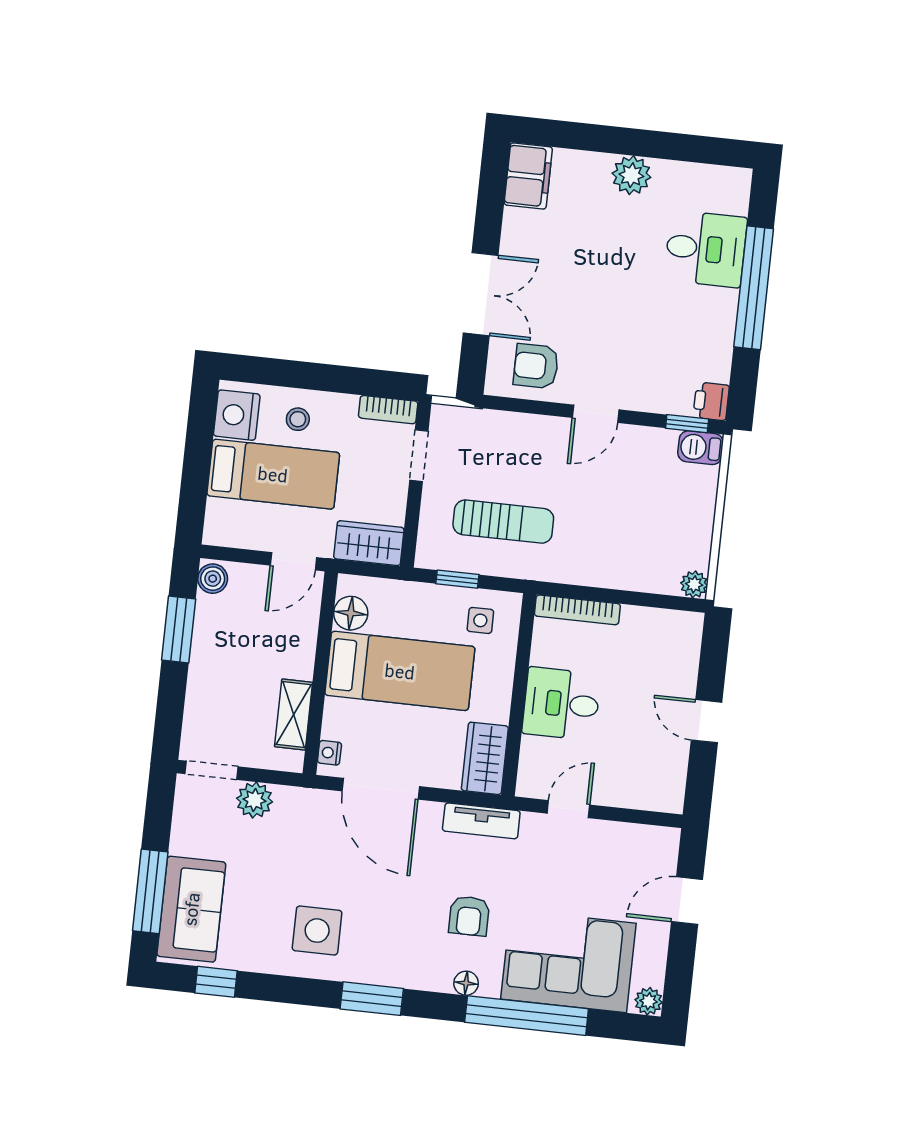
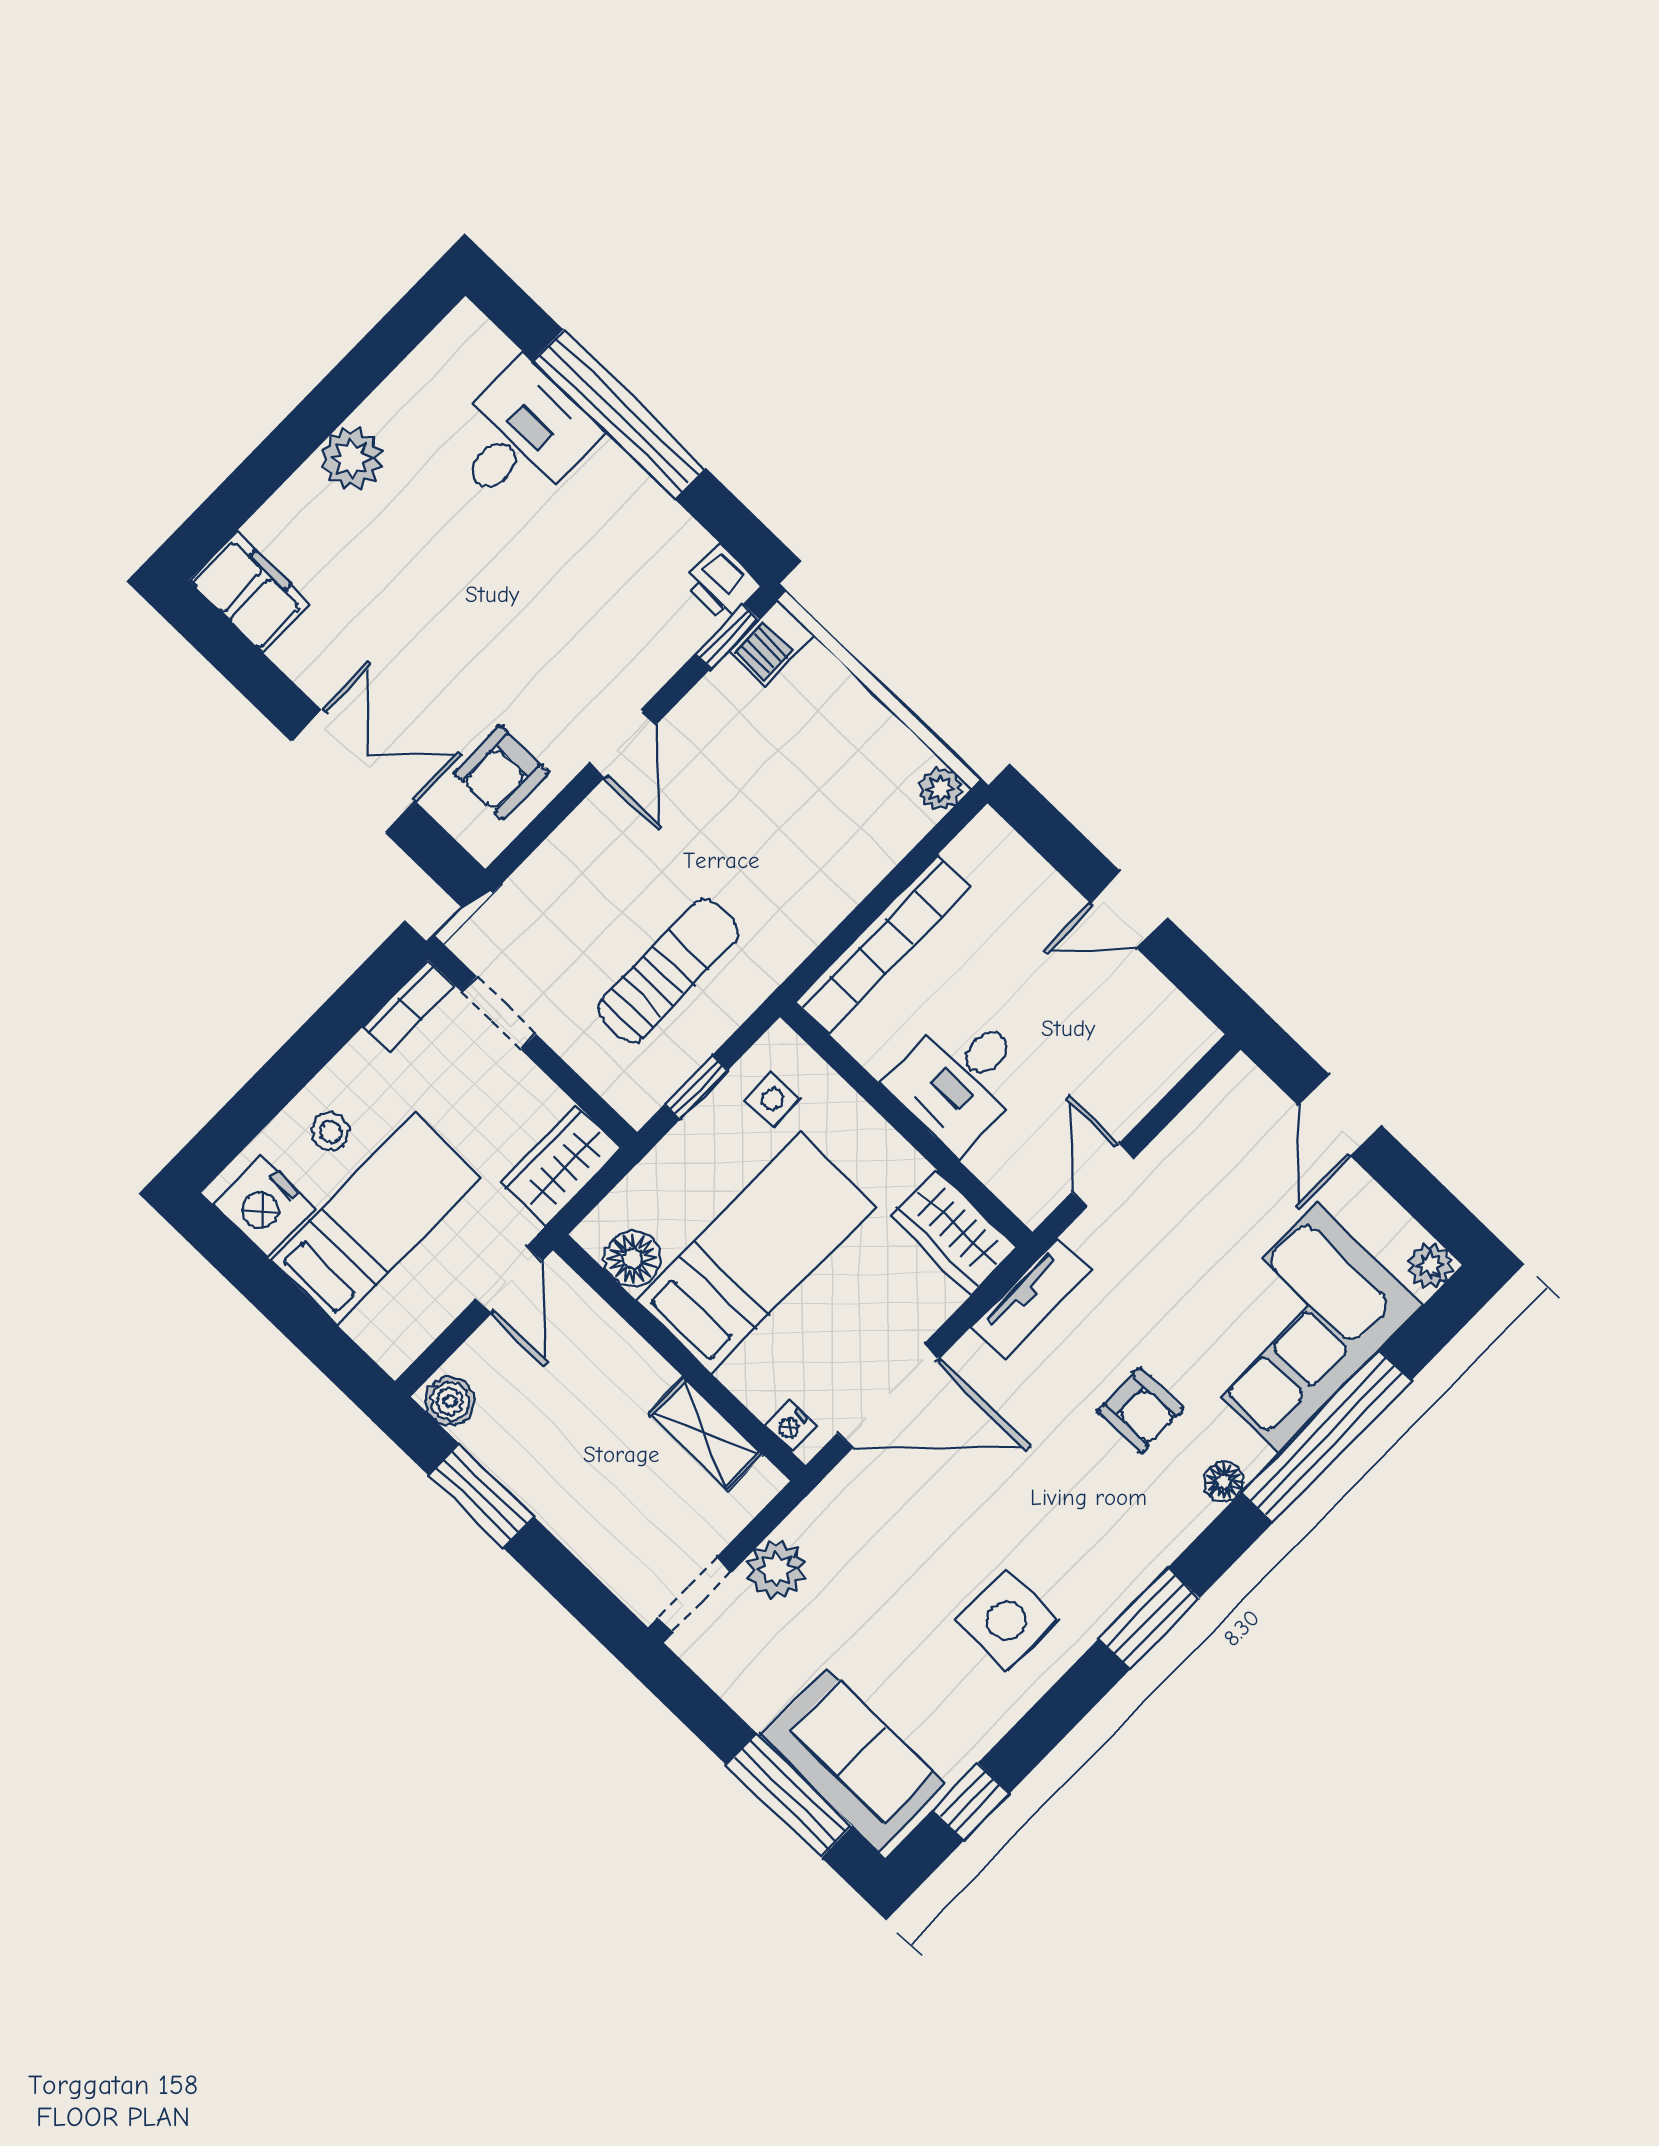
bookcase: (577, 610) -> (883, 944), width x1.48, depth x1.31

